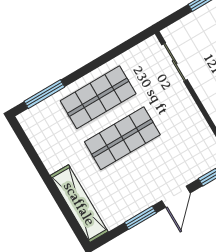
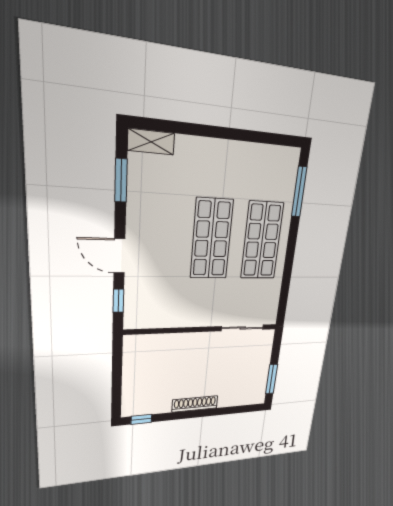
shelving: (79, 204) -> (151, 142), width x0.45, depth x0.75
window: (140, 218) -> (121, 180), moved

